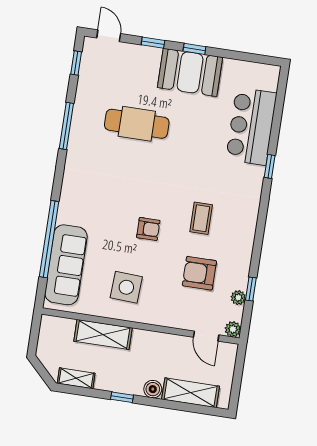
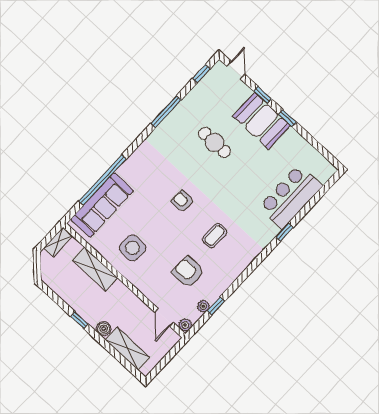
booth: (190, 72) -> (262, 121), moved
cafe table: (137, 124) -> (214, 142), width x0.73, depth x0.74
armchair: (148, 229) -> (182, 201), moved, turned 180
shelving: (76, 378) -> (58, 242), moved, turned 90

